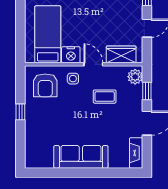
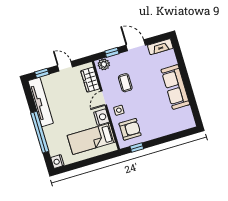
window: (20, 112) -> (137, 147), moved

